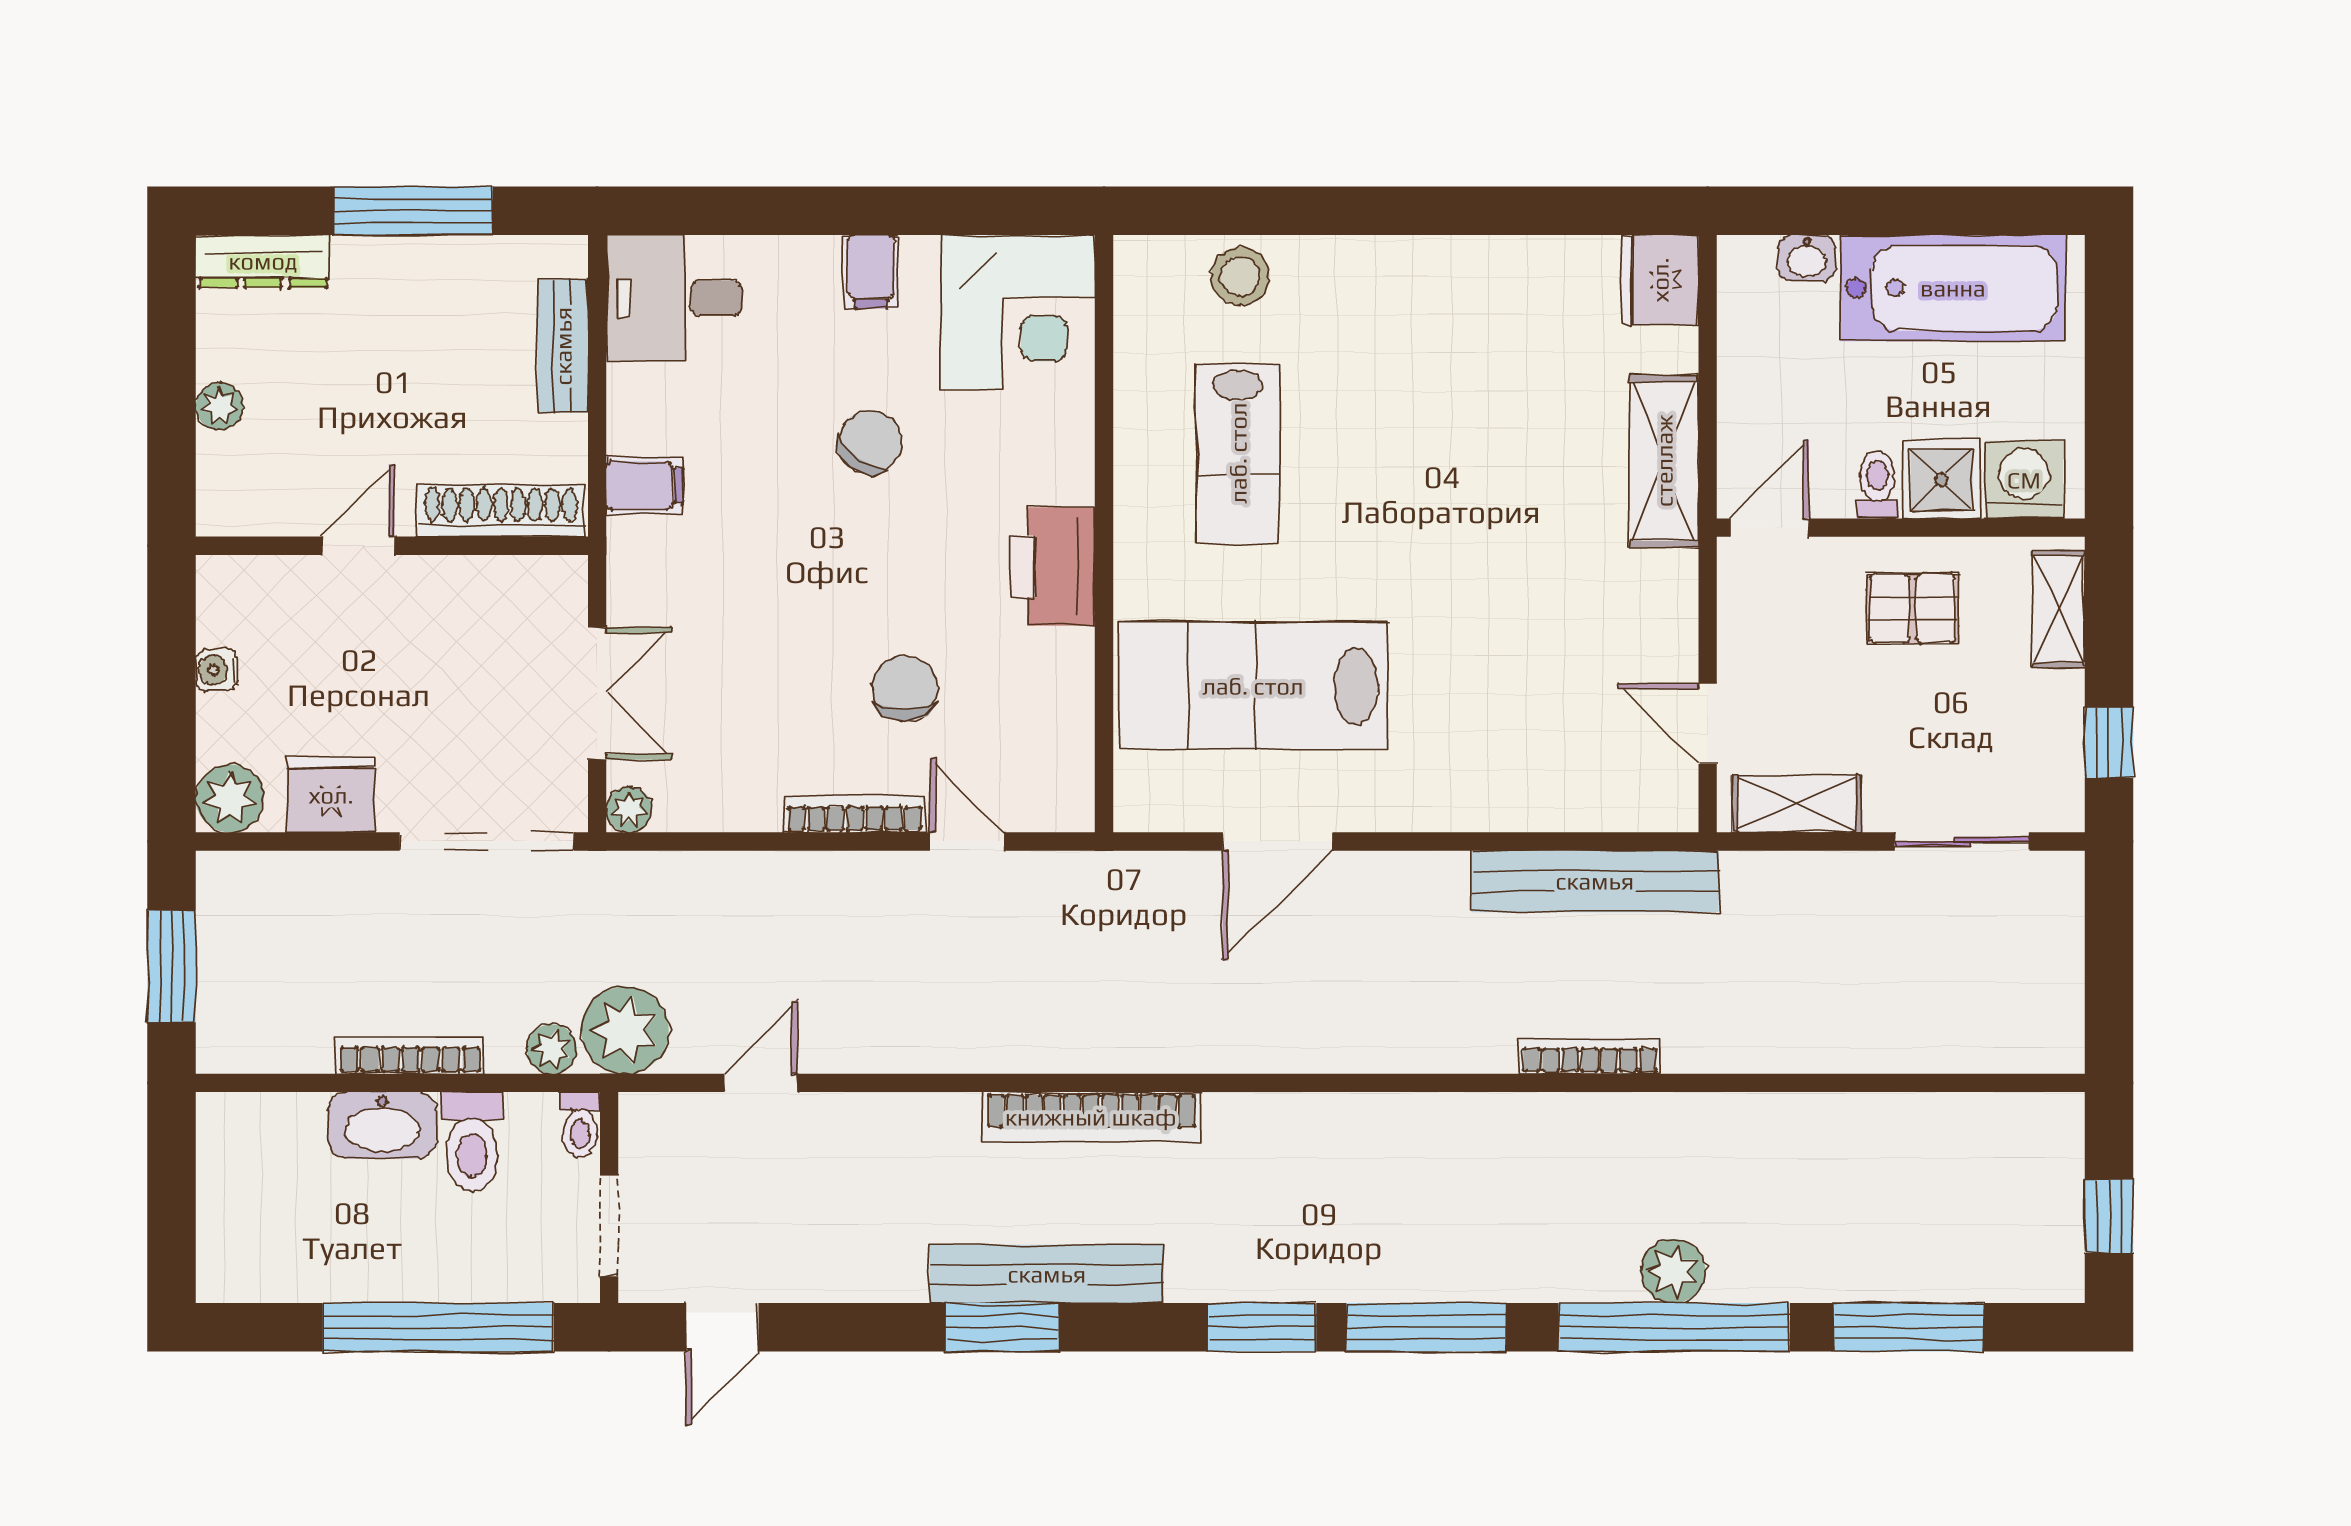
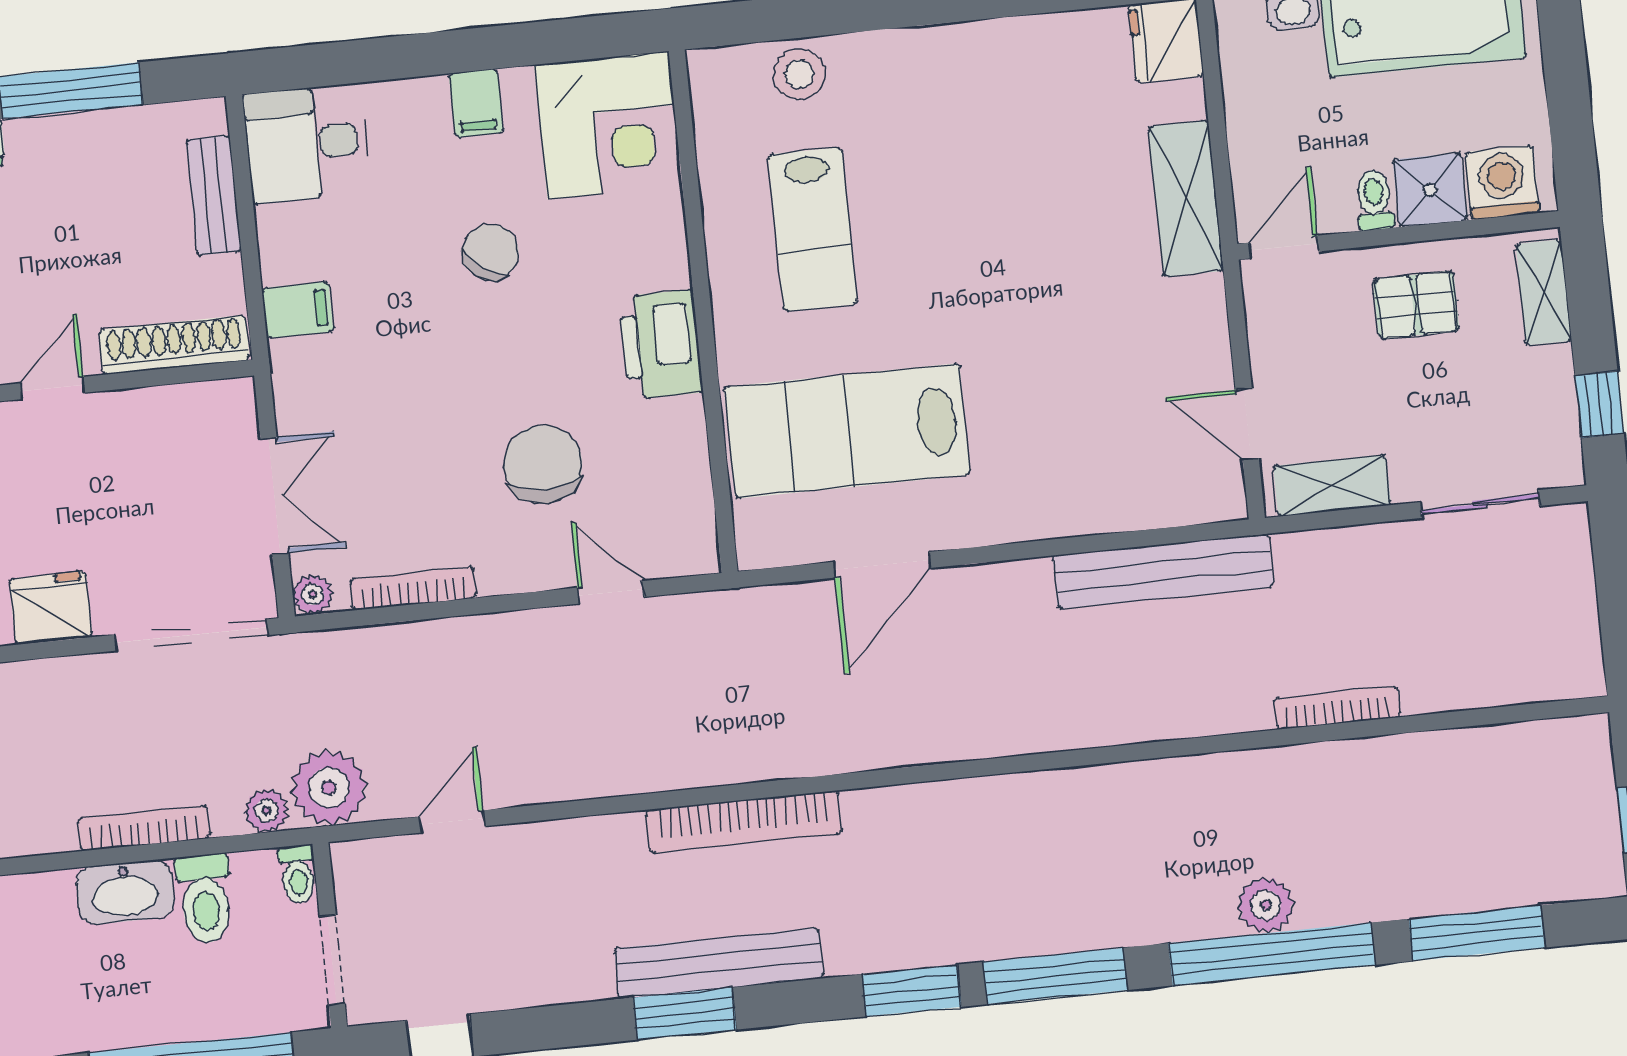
chair: (905, 689) -> (543, 464), width x1.37, depth x1.37
bookcase: (855, 814) -> (413, 588), moved
bookcase: (1590, 1056) -> (1337, 708), moved

